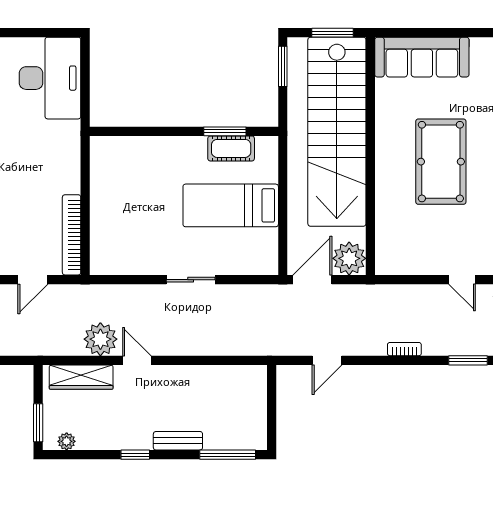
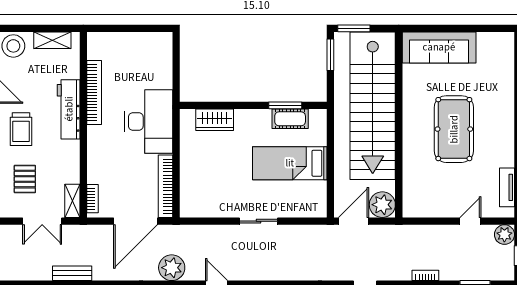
window: (333, 33) -> (354, 28), moved
desk: (50, 78) -> (149, 121), moved
wardrobe: (135, 150) -> (215, 120), added
door: (33, 280) -> (135, 221), width x1.87
door: (462, 280) -> (470, 221), swing flipped
plant: (100, 339) -> (172, 268), moved

